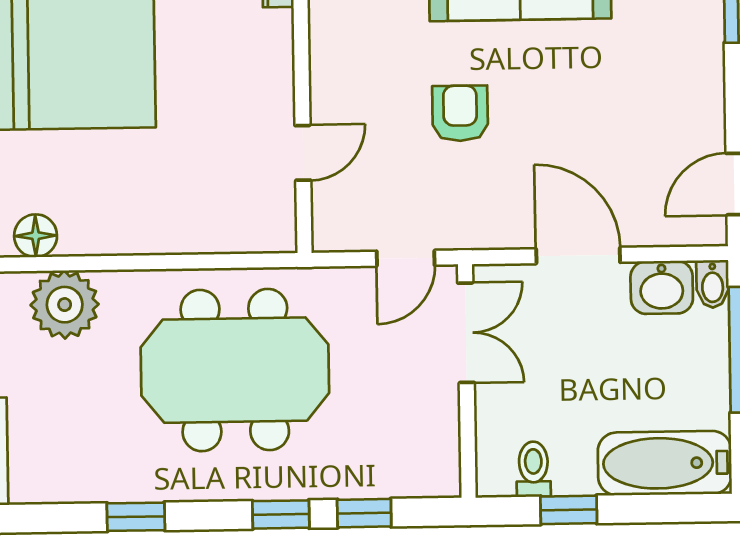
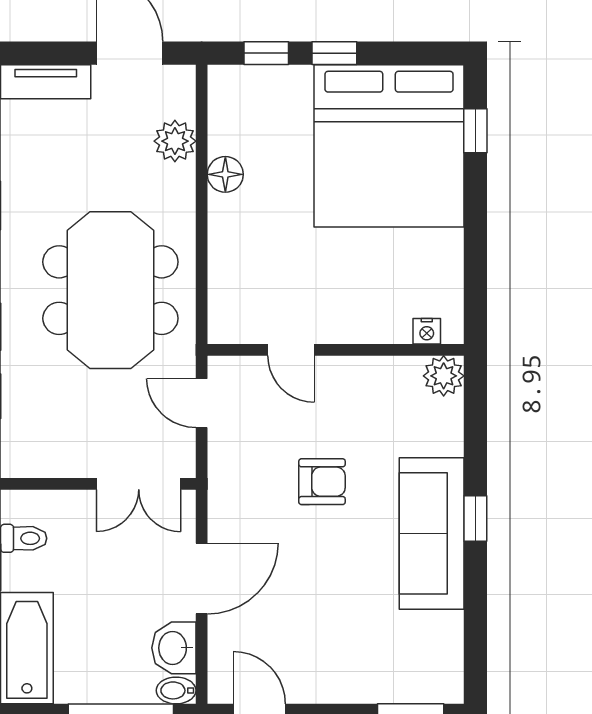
floor lamp: (36, 236) -> (225, 174), moved
door: (406, 258) -> (202, 403), moved
plant: (65, 305) -> (175, 141), width x0.73, depth x0.73

